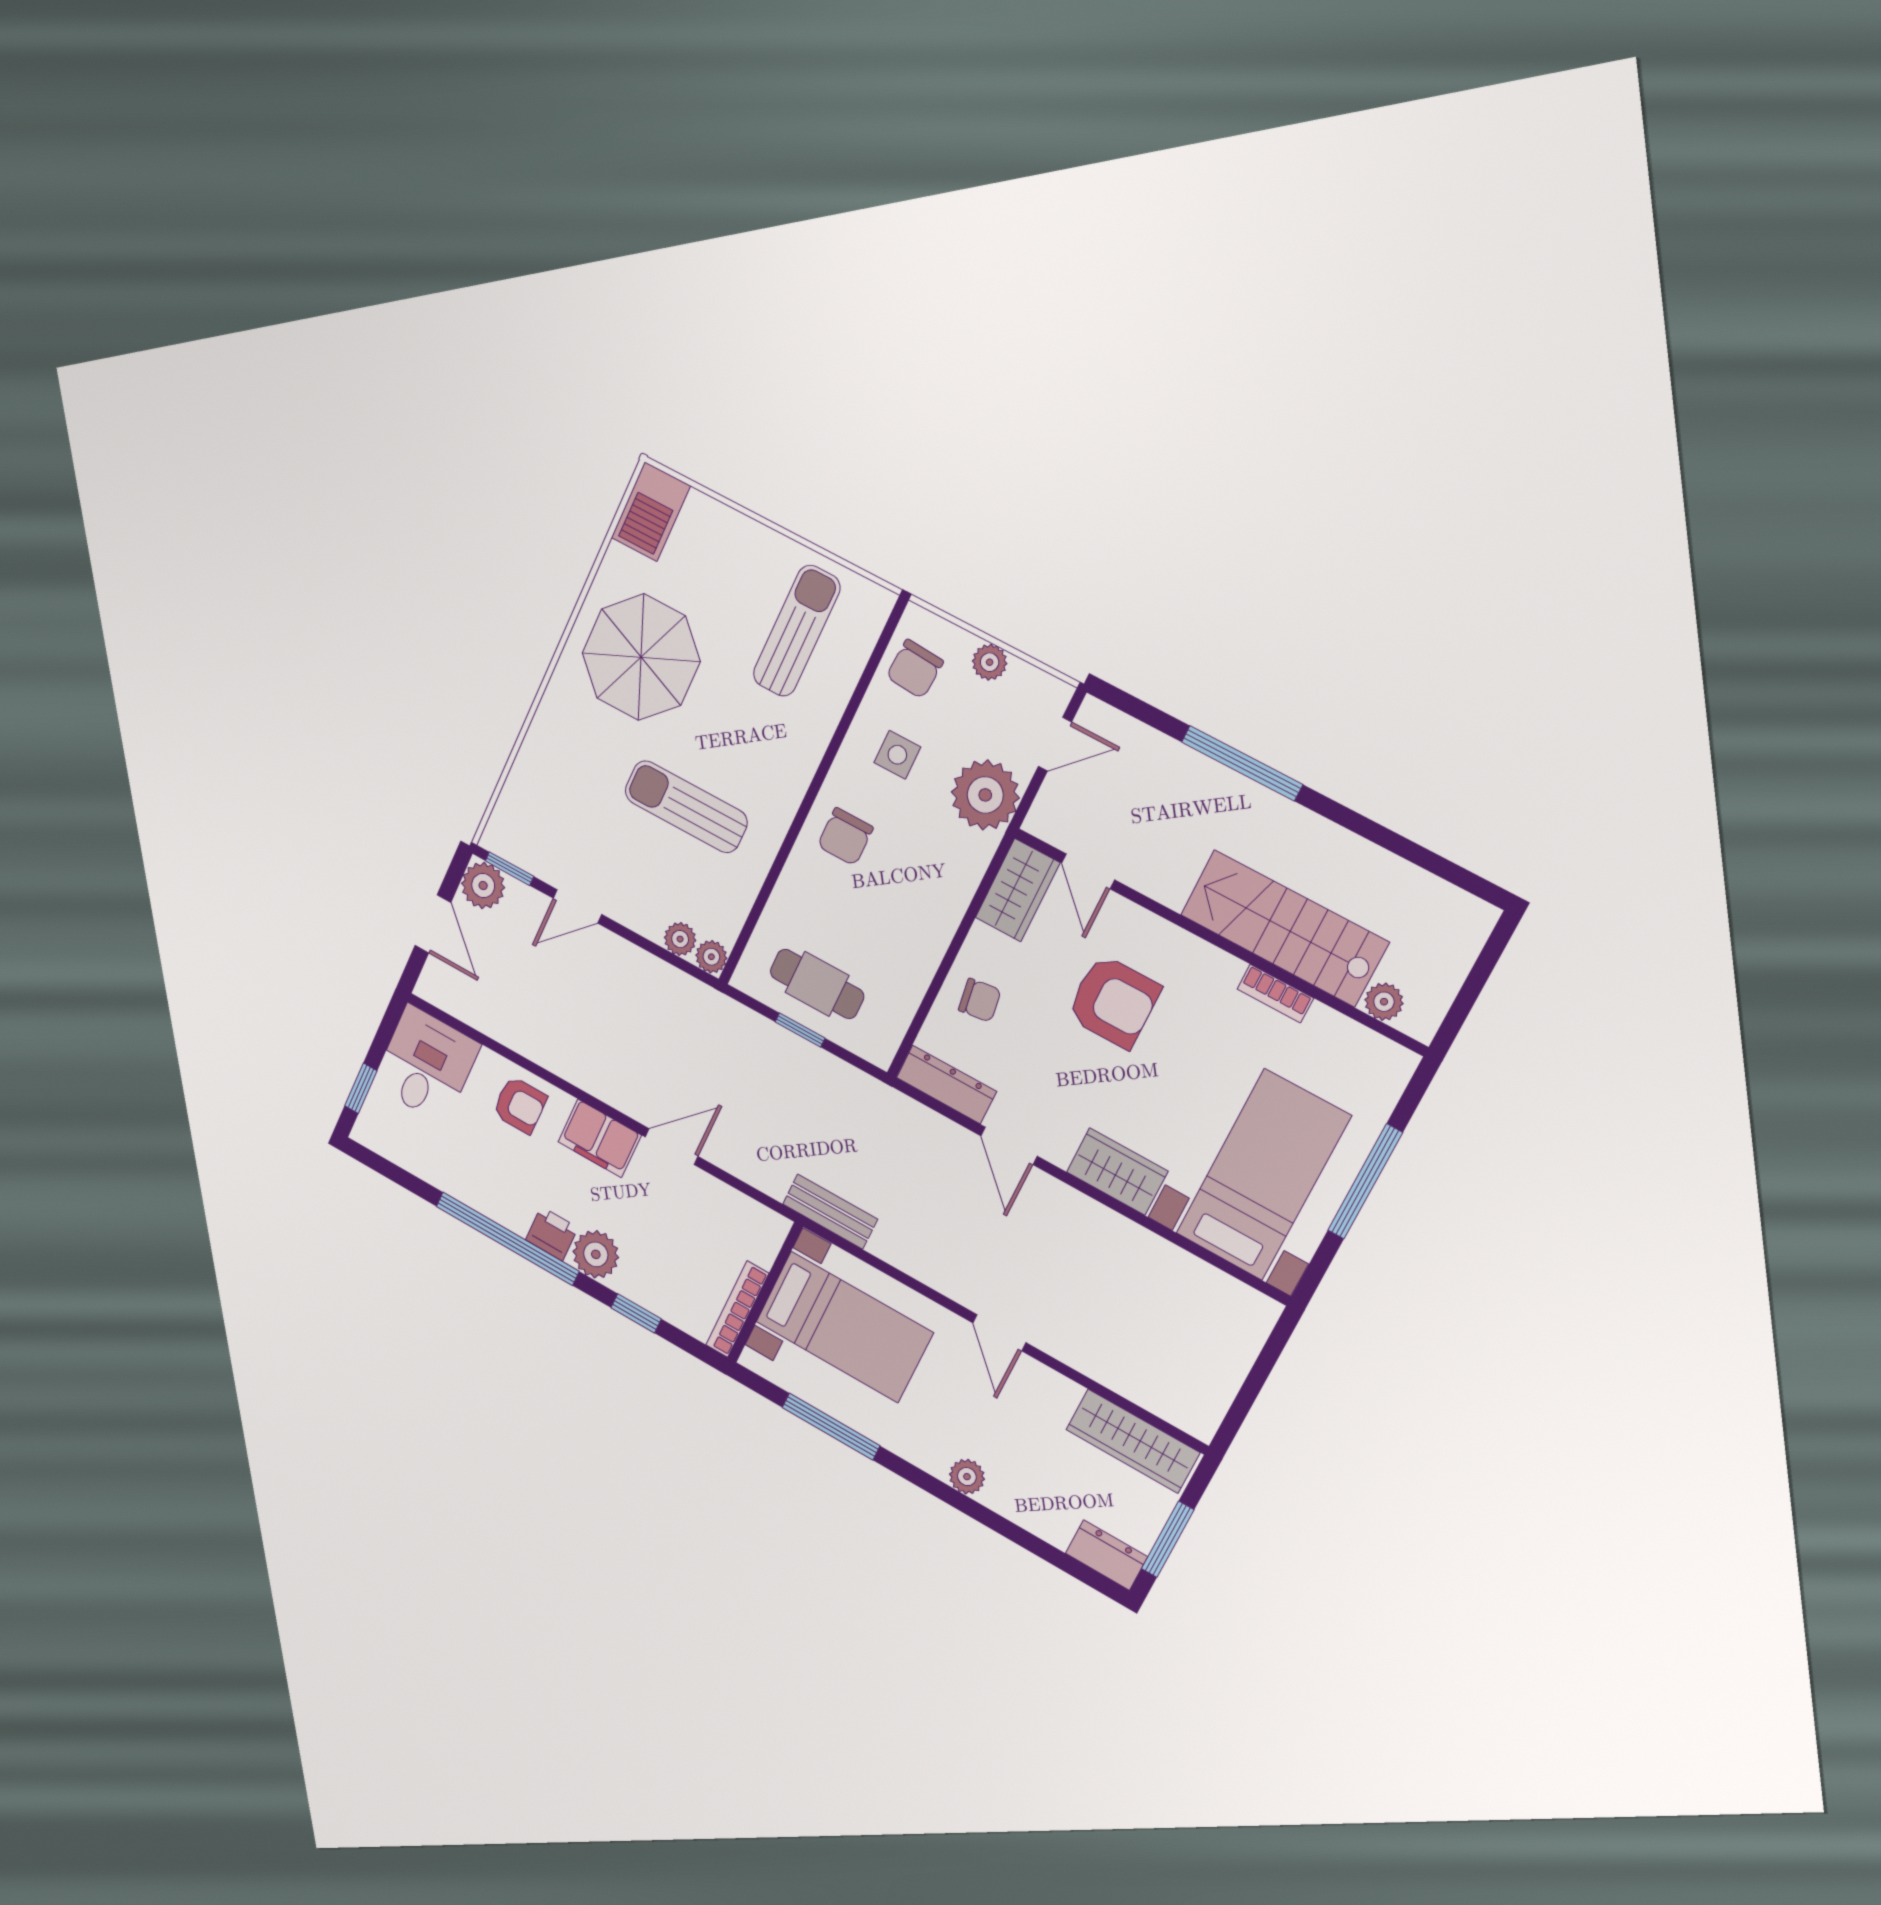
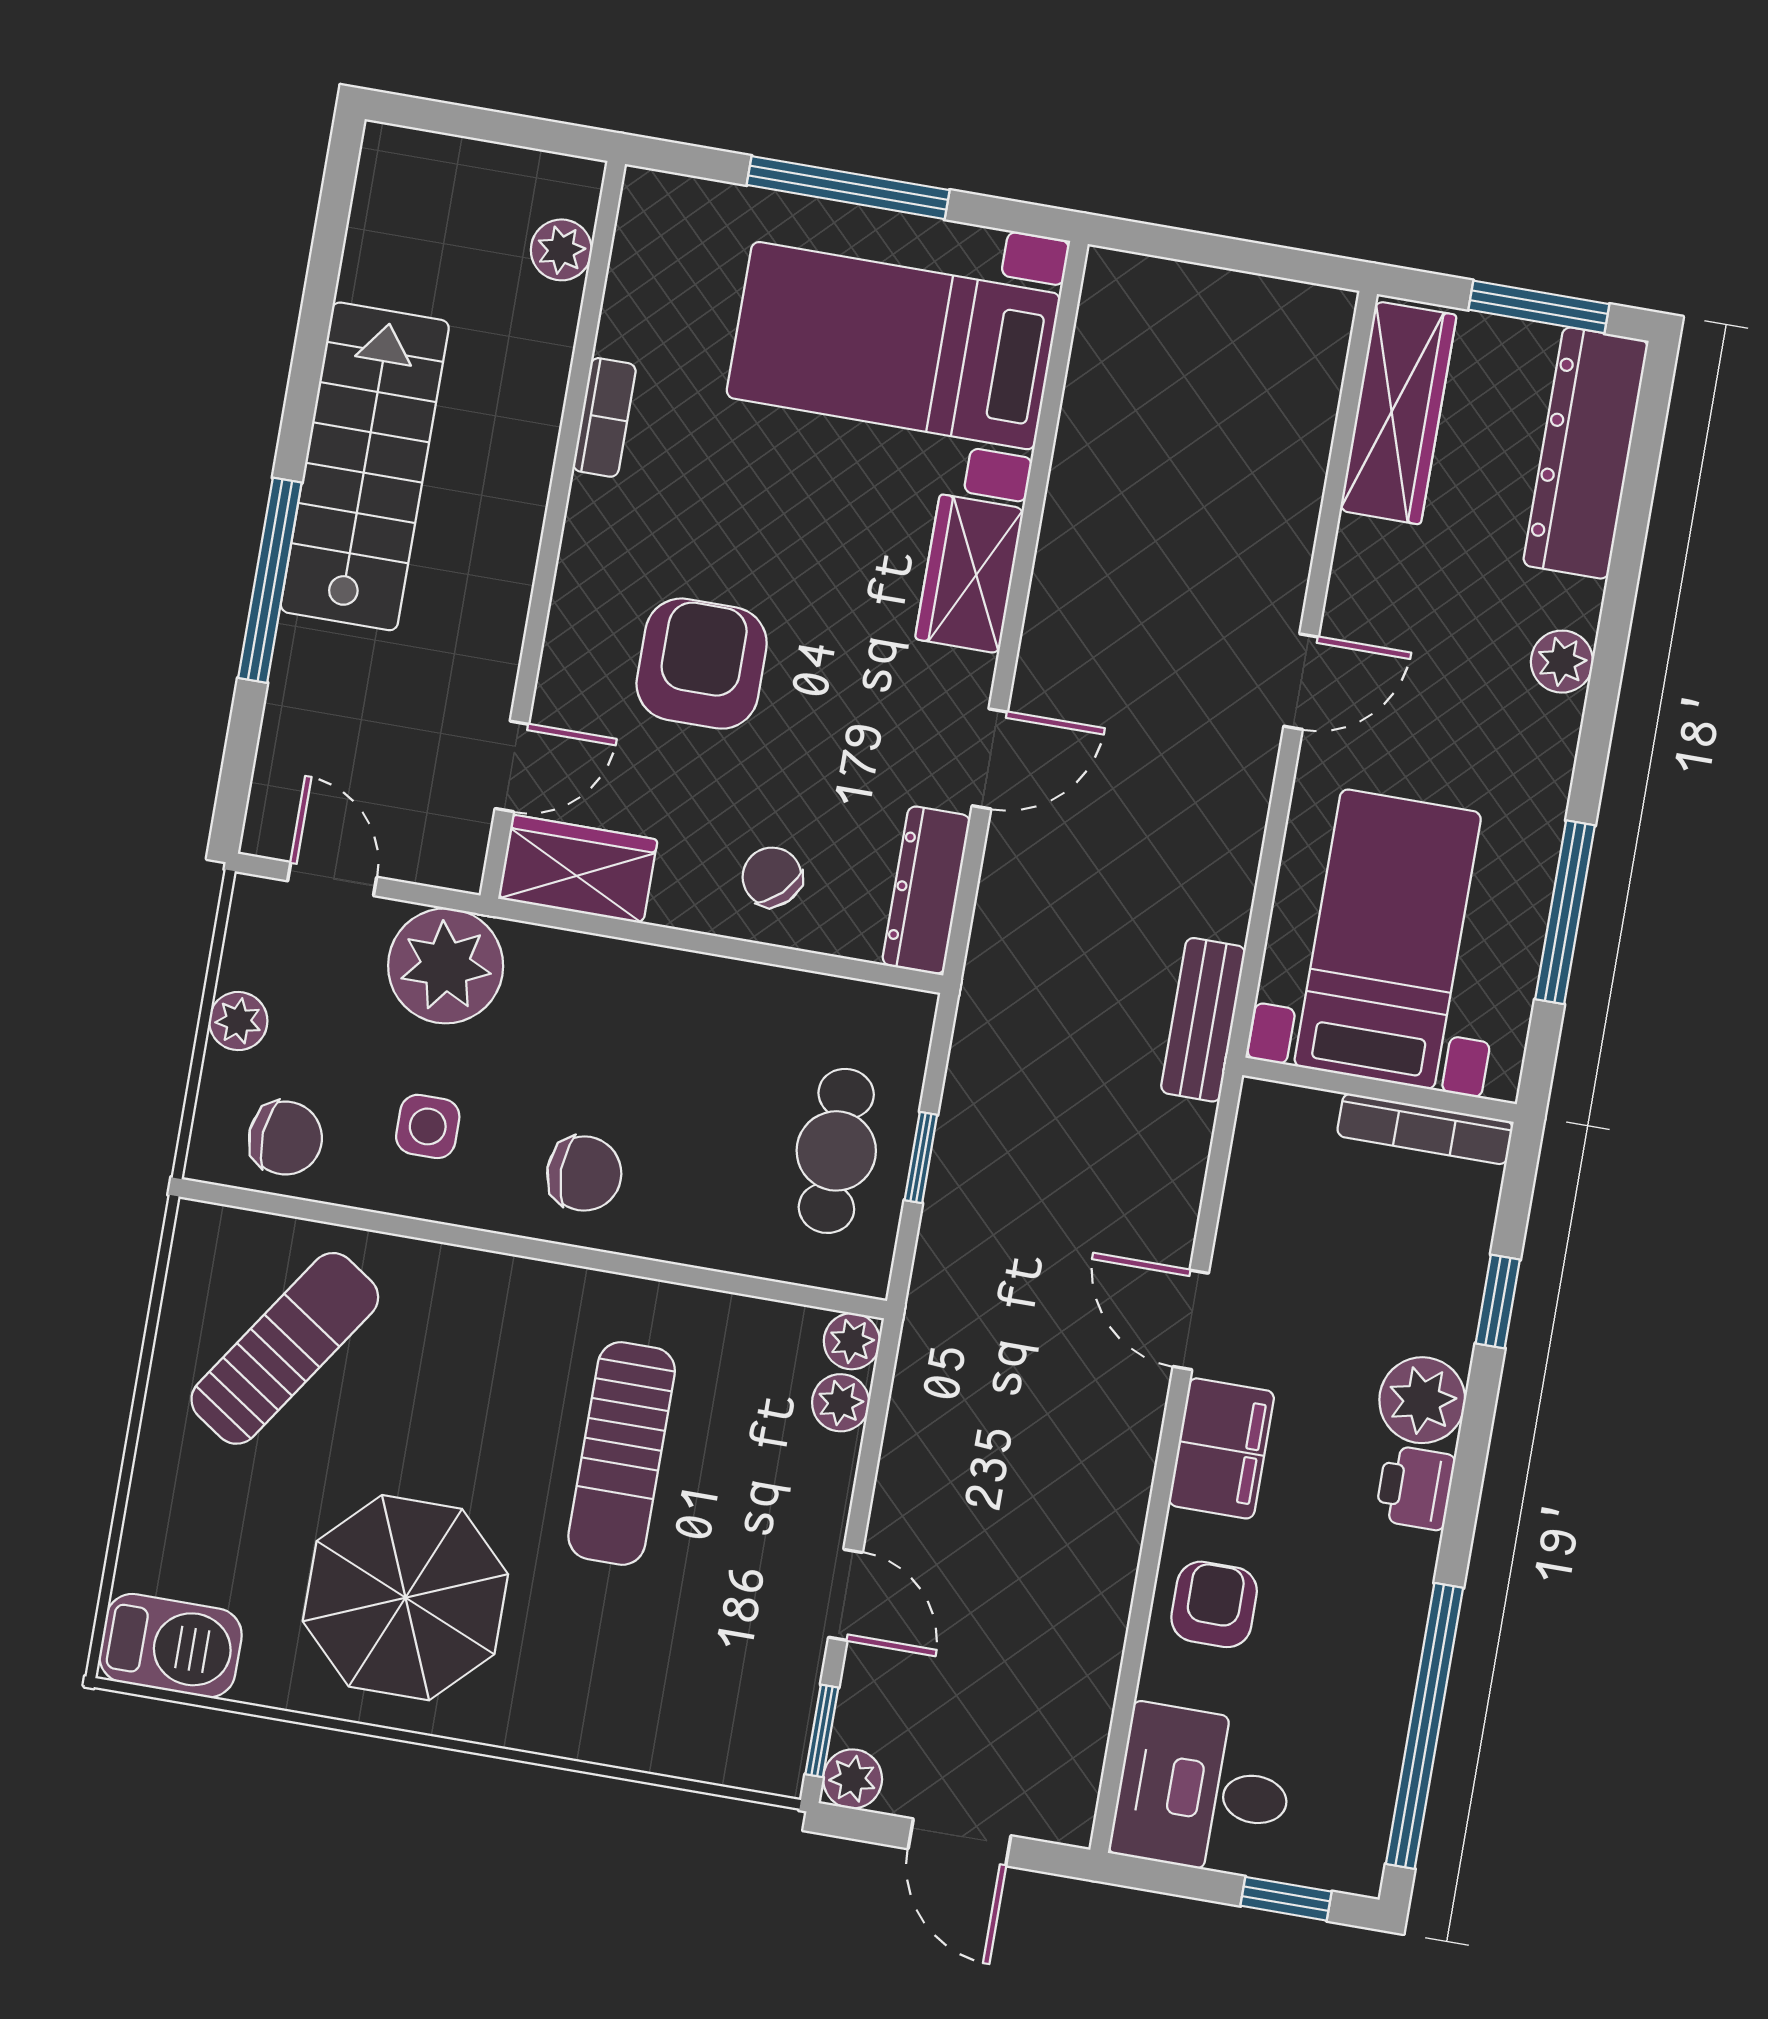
sun lounger: (797, 631) -> (285, 1348), turned 124
plant: (483, 886) -> (853, 1779), width x0.73, depth x0.73
door: (433, 924) -> (960, 1842), swing flipped
stairs: (1284, 928) -> (365, 466), moved, turned 180
chair: (980, 1000) -> (772, 877), turned -37
window: (507, 1239) -> (1425, 1726), moved
dresser: (1106, 1555) -> (1586, 453), width x1.96, depth x1.24

